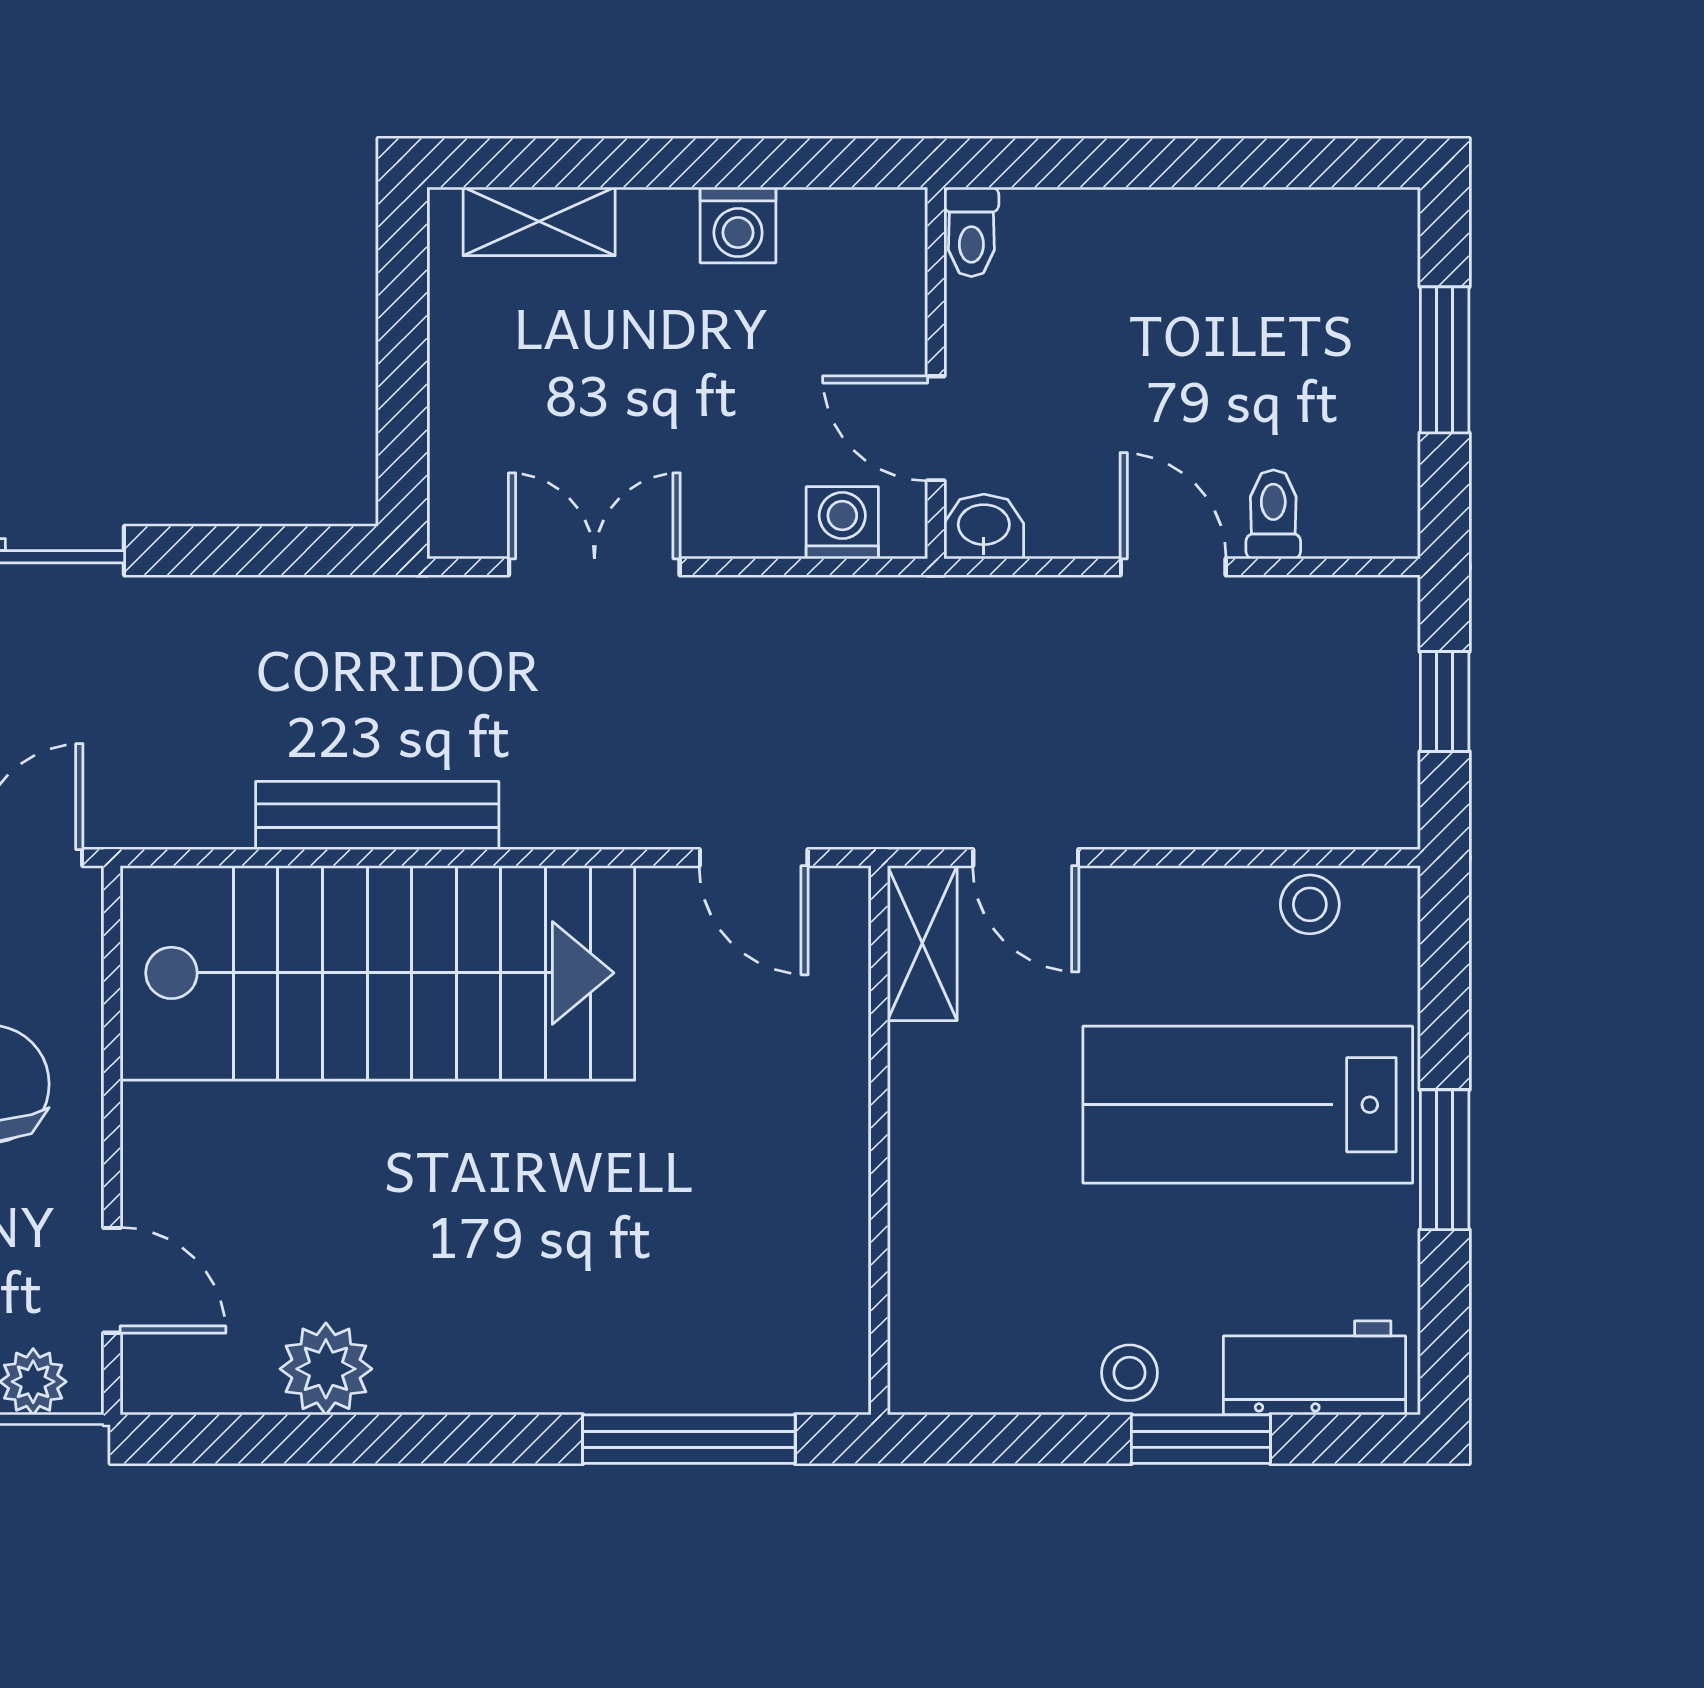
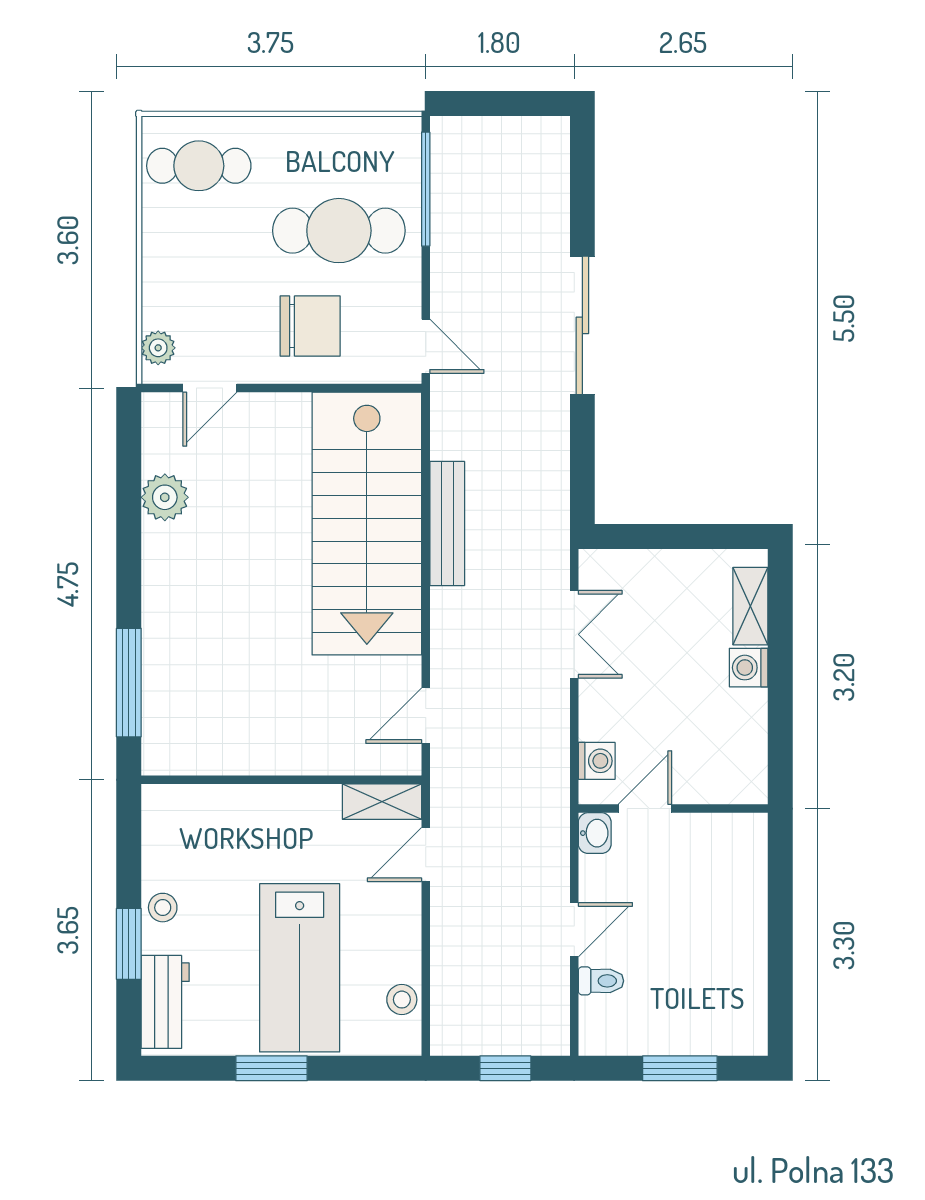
washing machine: (738, 225) -> (749, 668), moved
toilet: (971, 232) -> (745, 827), removed
lab bench: (1248, 1105) -> (300, 968), turned 180

